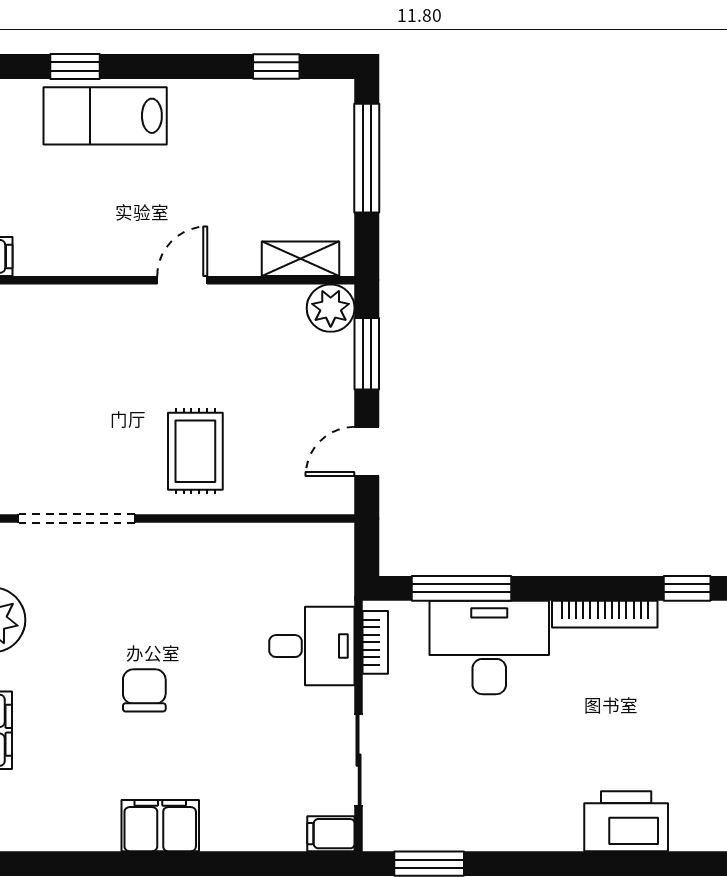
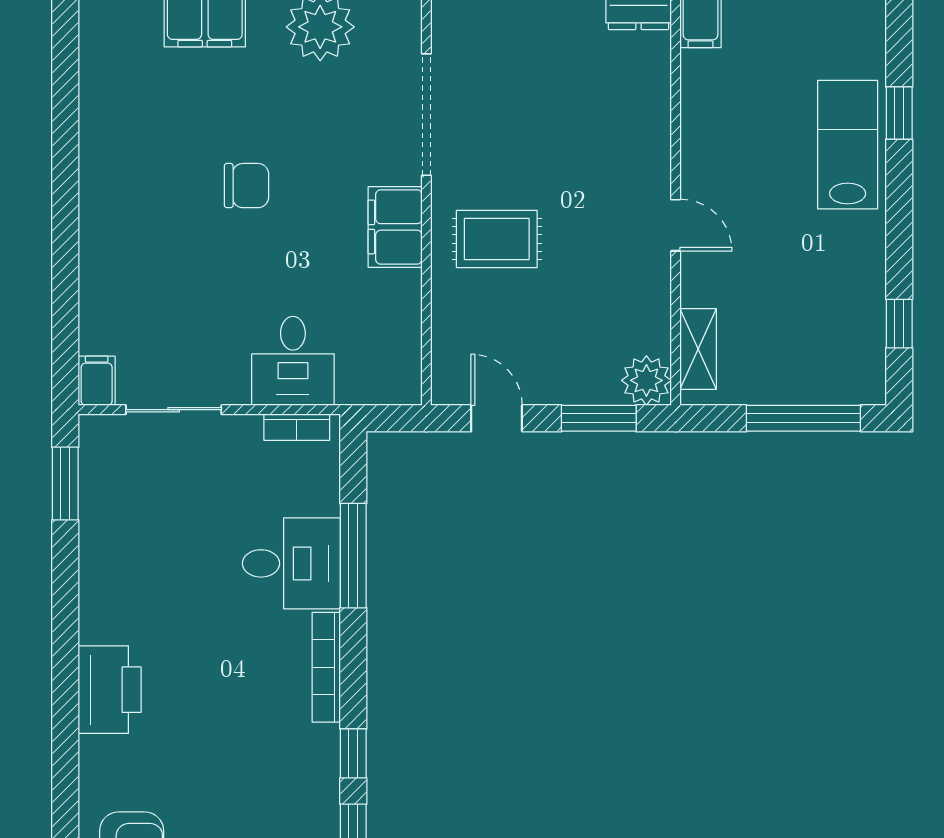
window: (462, 588) -> (353, 556), moved
desk: (489, 648) -> (291, 563), width x0.73
filing cabinet: (160, 826) -> (395, 227), moved, turned 180

